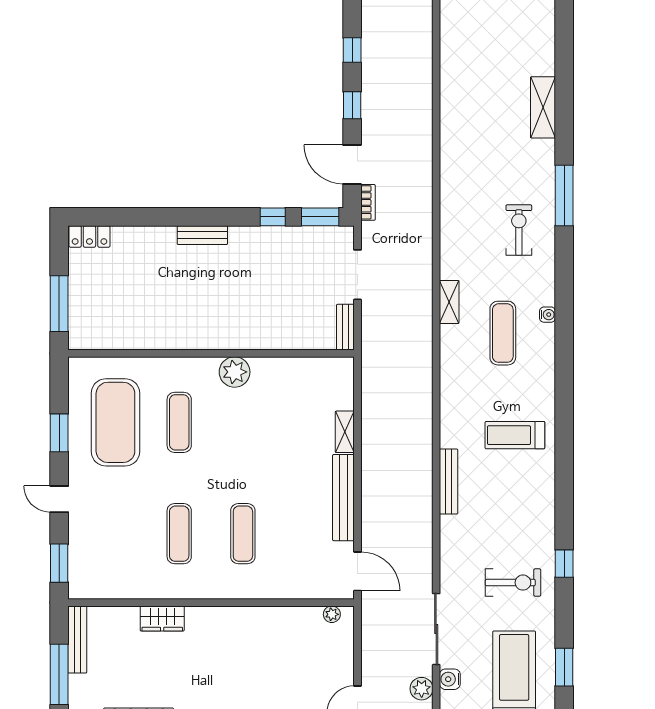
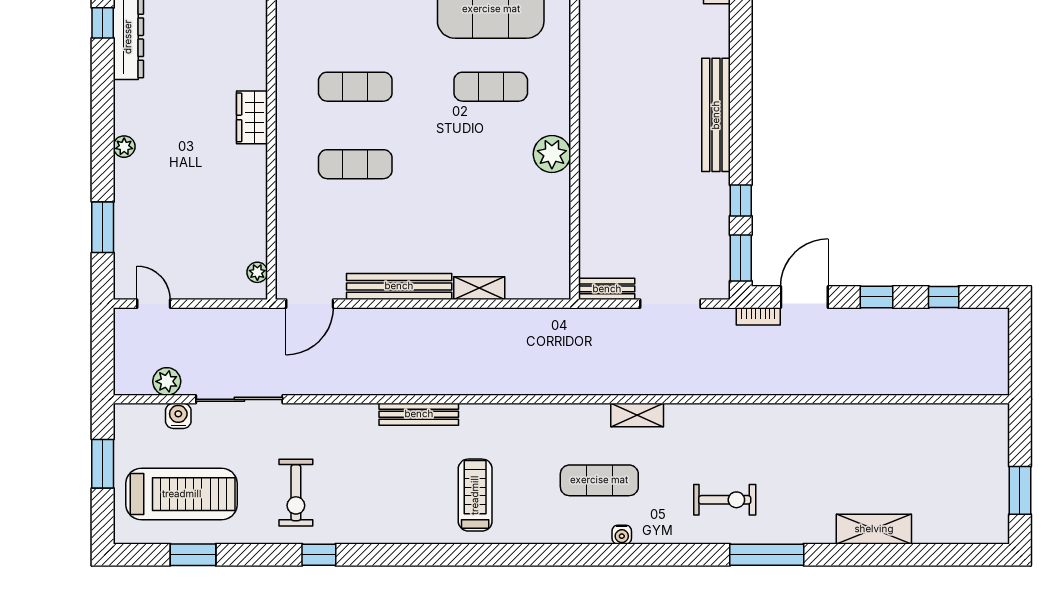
bench: (202, 235) -> (716, 115), width x1.86, depth x1.21
wardrobe: (162, 619) -> (252, 117), moved

